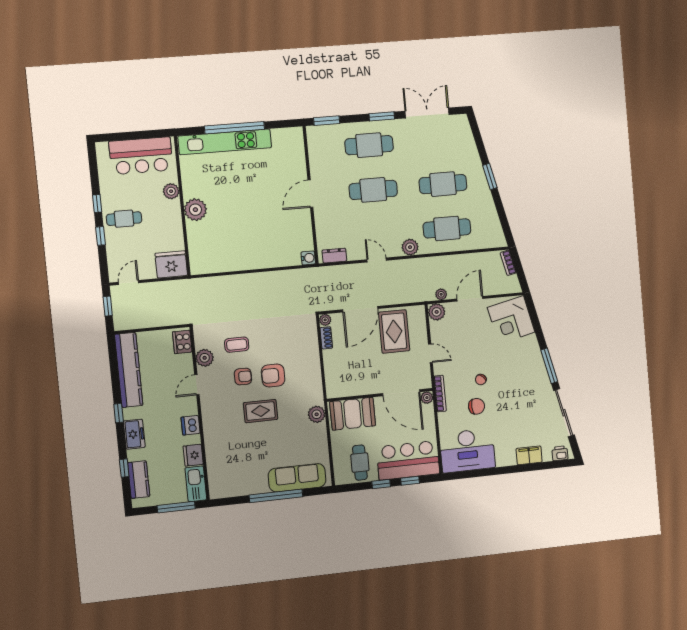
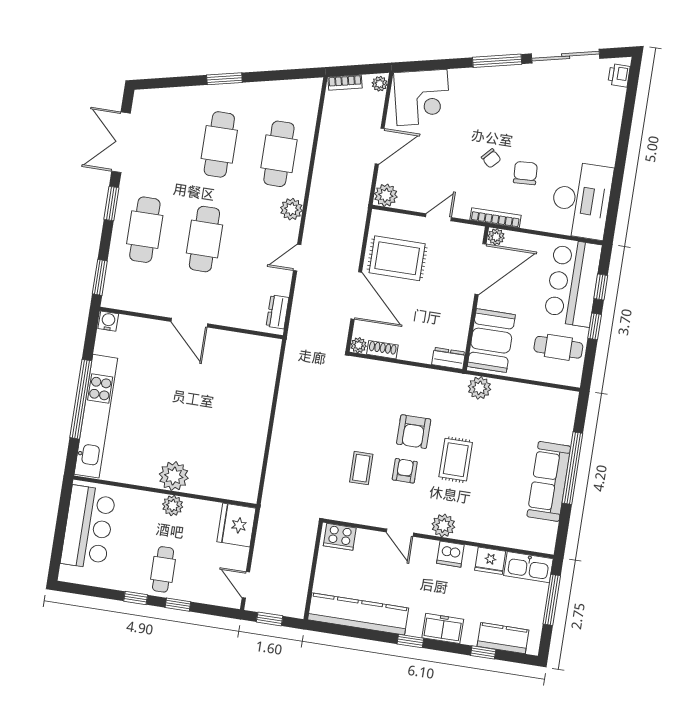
plant: (171, 191) -> (173, 506), moved
water cooler: (308, 258) -> (108, 321), moved
plant: (441, 294) -> (380, 84), moved
door: (470, 299) -> (380, 146), swing flipped
plant: (205, 358) -> (443, 525), moved
dresser: (332, 387) -> (449, 358), added
filing cabinet: (529, 455) -> (610, 118), removed
sofa: (297, 478) -> (549, 481), moved

